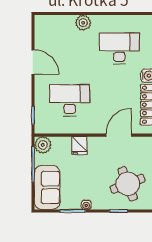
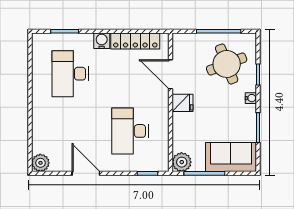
plant: (83, 23) -> (40, 163), moved
door: (33, 62) -> (86, 173), hinge flipped
fridge: (79, 146) -> (182, 103), moved
water cooler: (86, 205) -> (251, 98), moved

